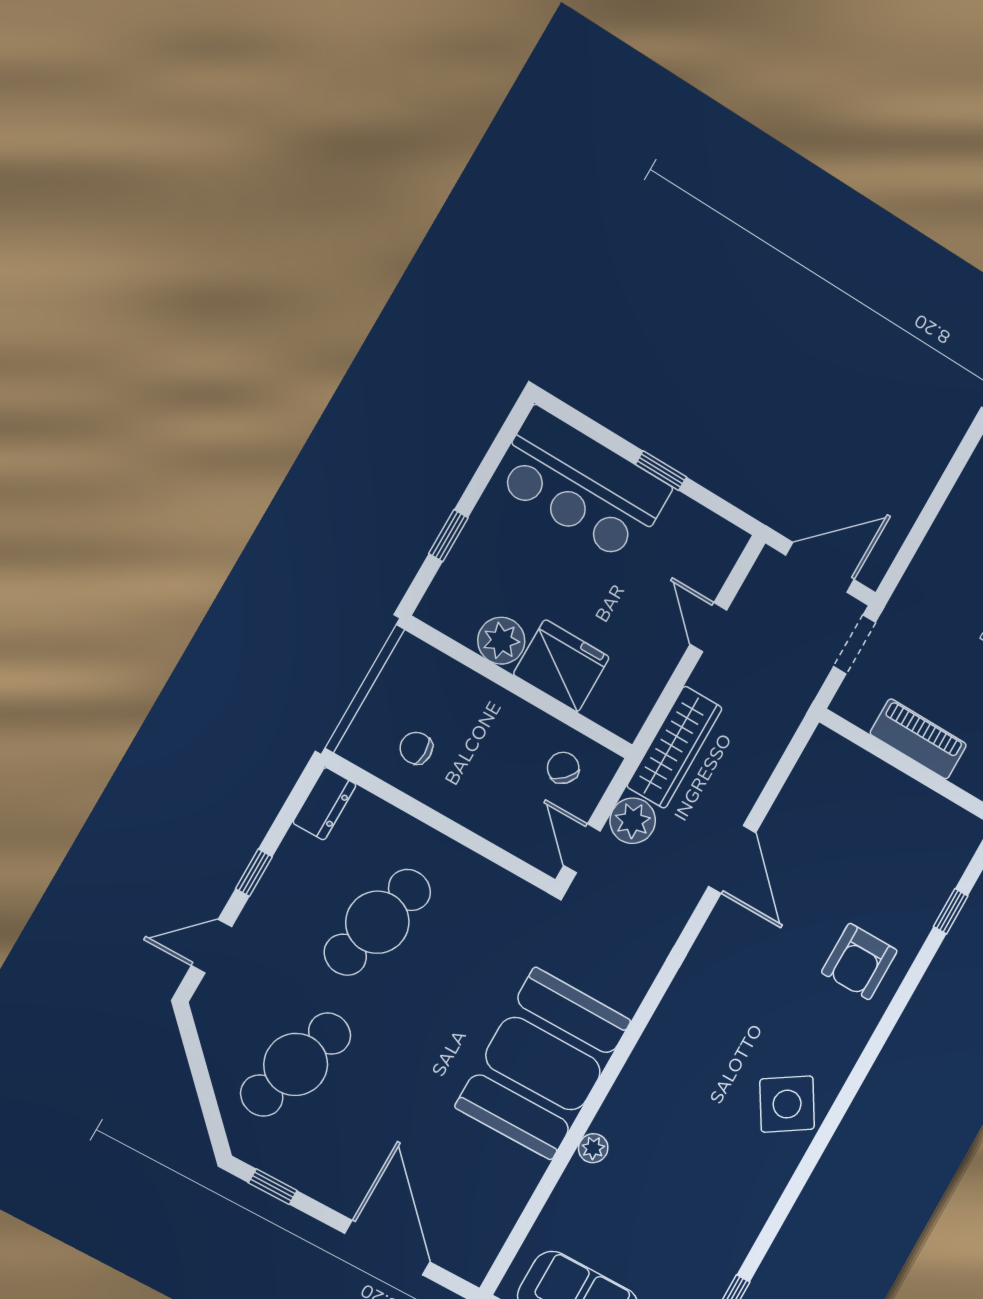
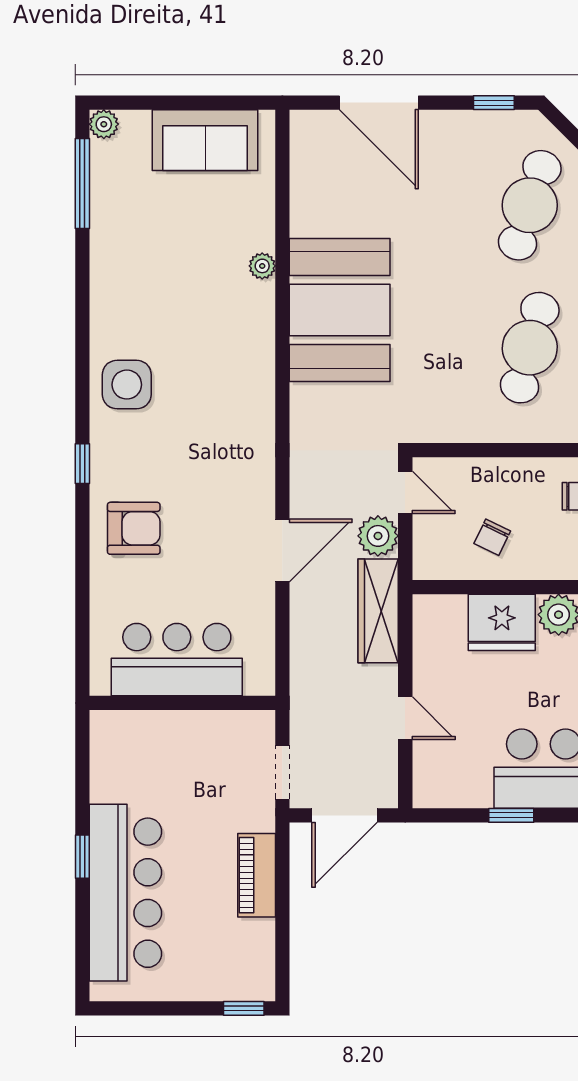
piano: (918, 739) -> (257, 875), moved, turned 90
chair: (563, 768) -> (492, 537), moved, turned 71
bar counter: (891, 812) -> (177, 660), added
door: (732, 859) -> (282, 550), swing flipped
window: (951, 911) -> (82, 464), moved
armchair: (859, 962) -> (134, 528), turned 90
side table: (787, 1104) -> (127, 385), turned 32

